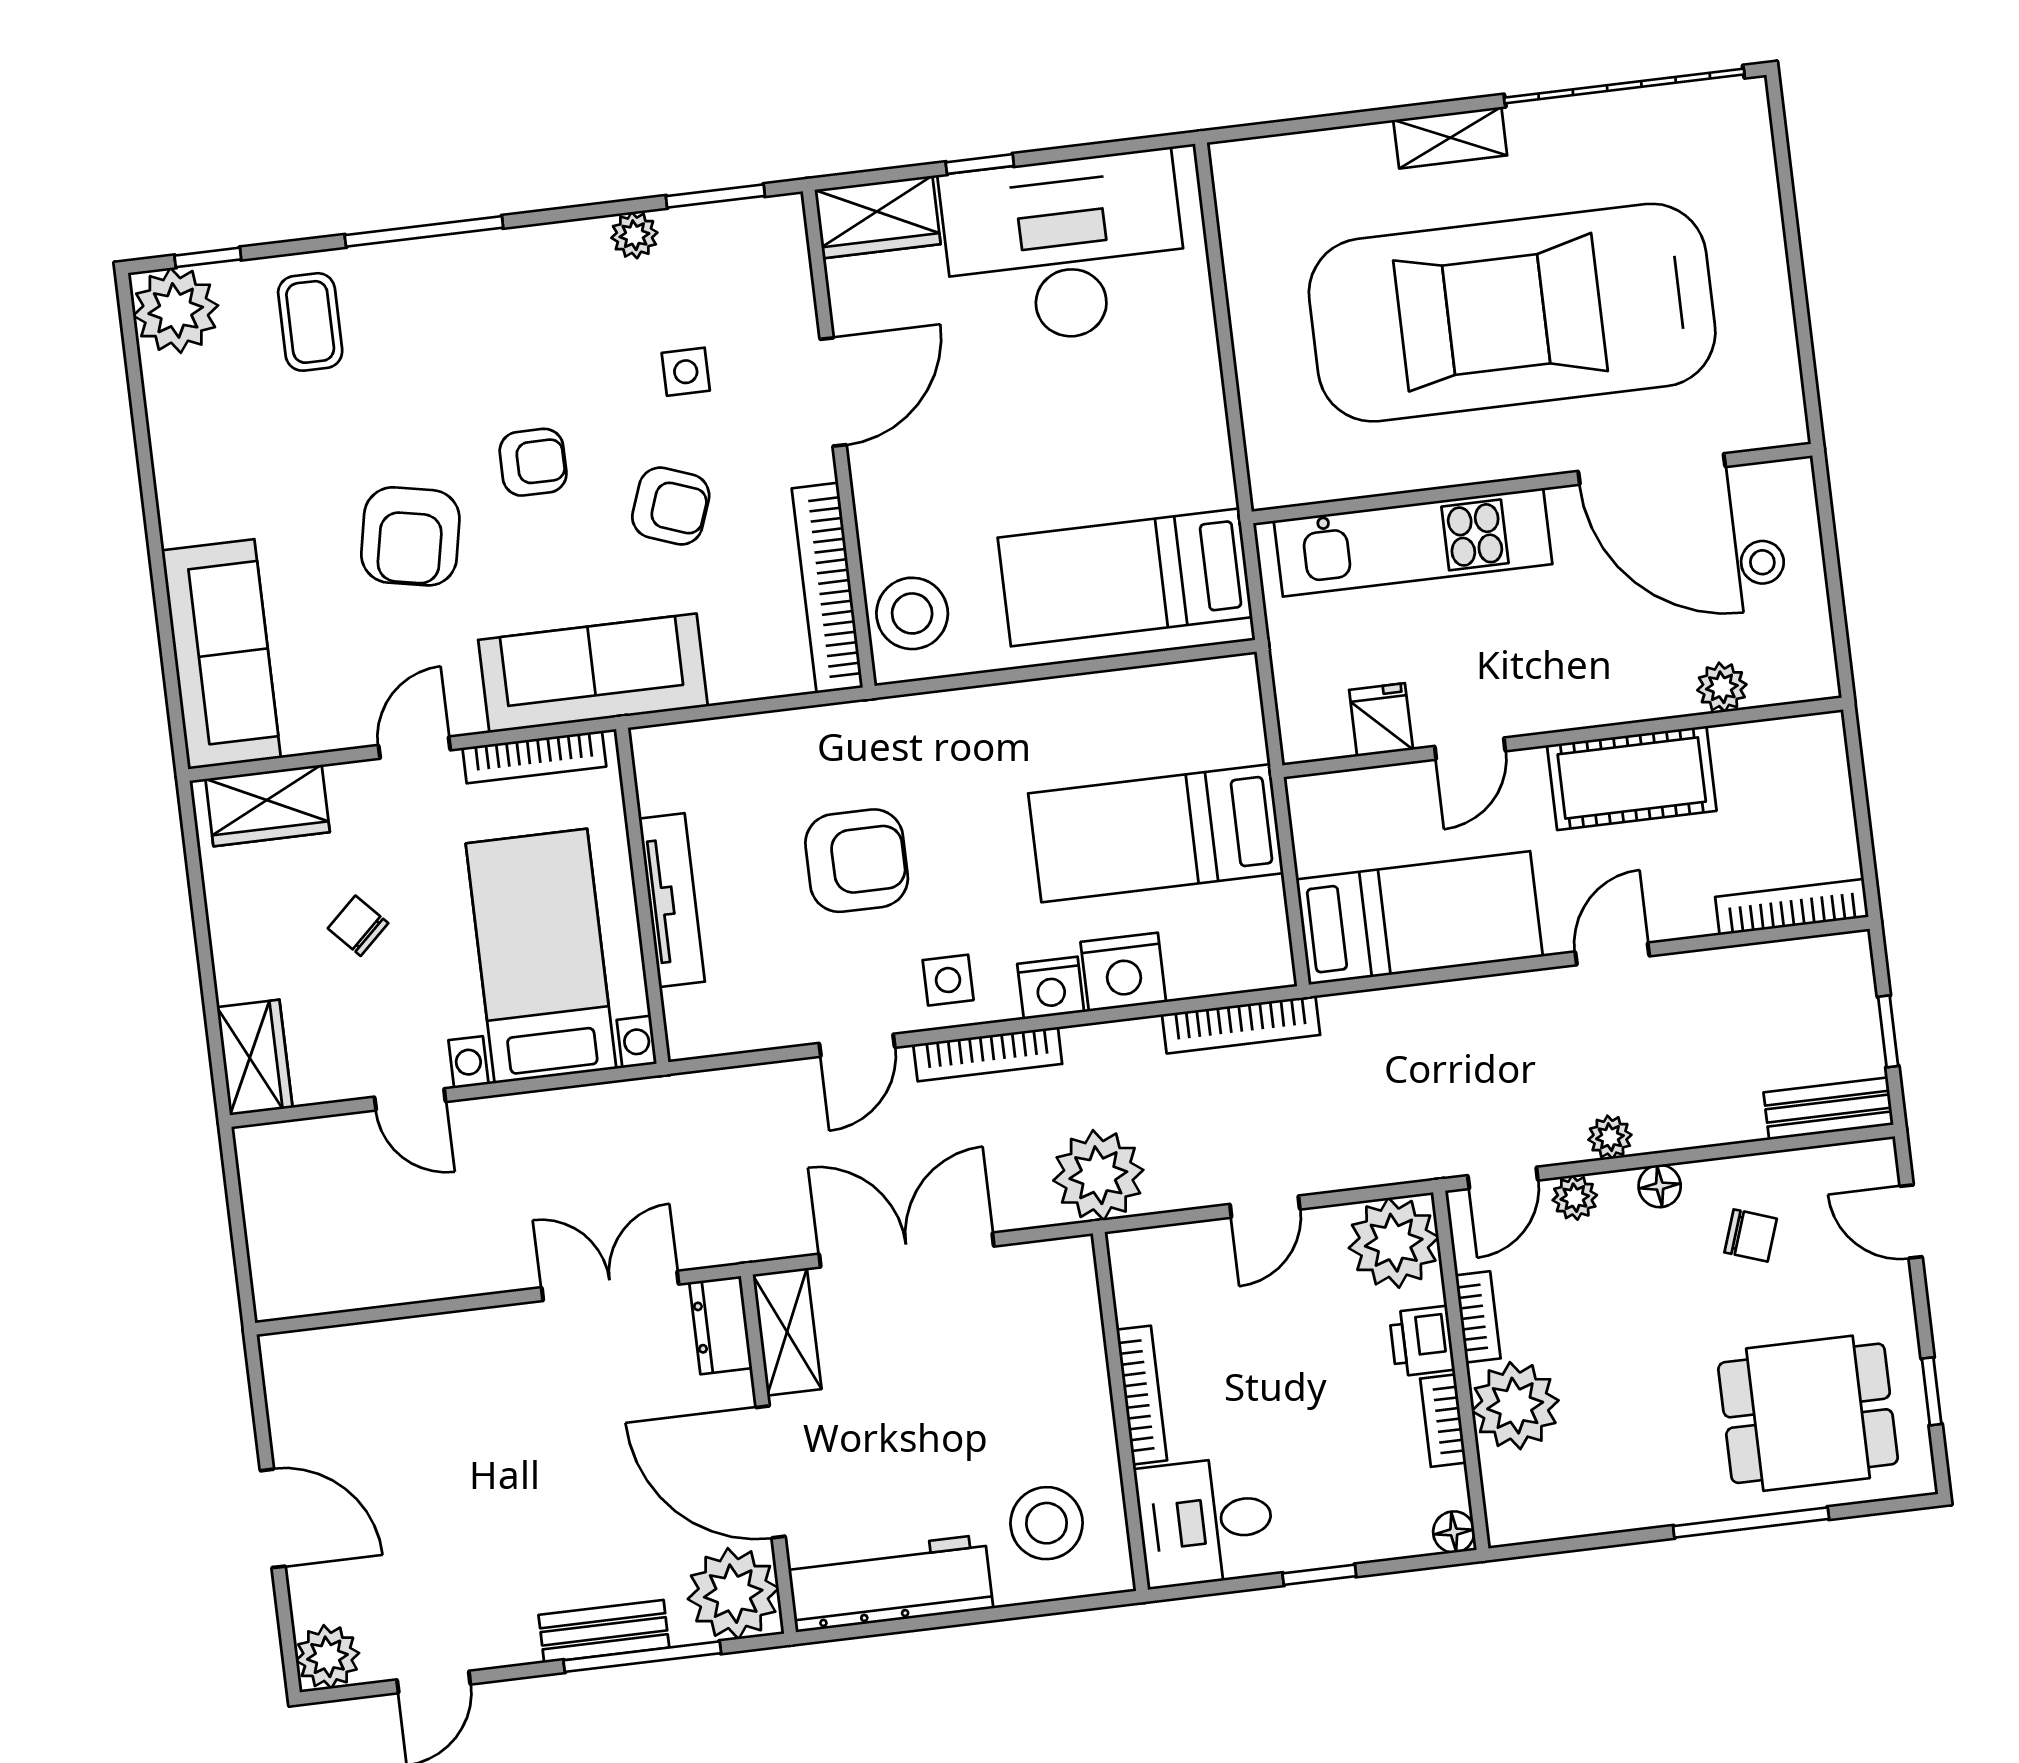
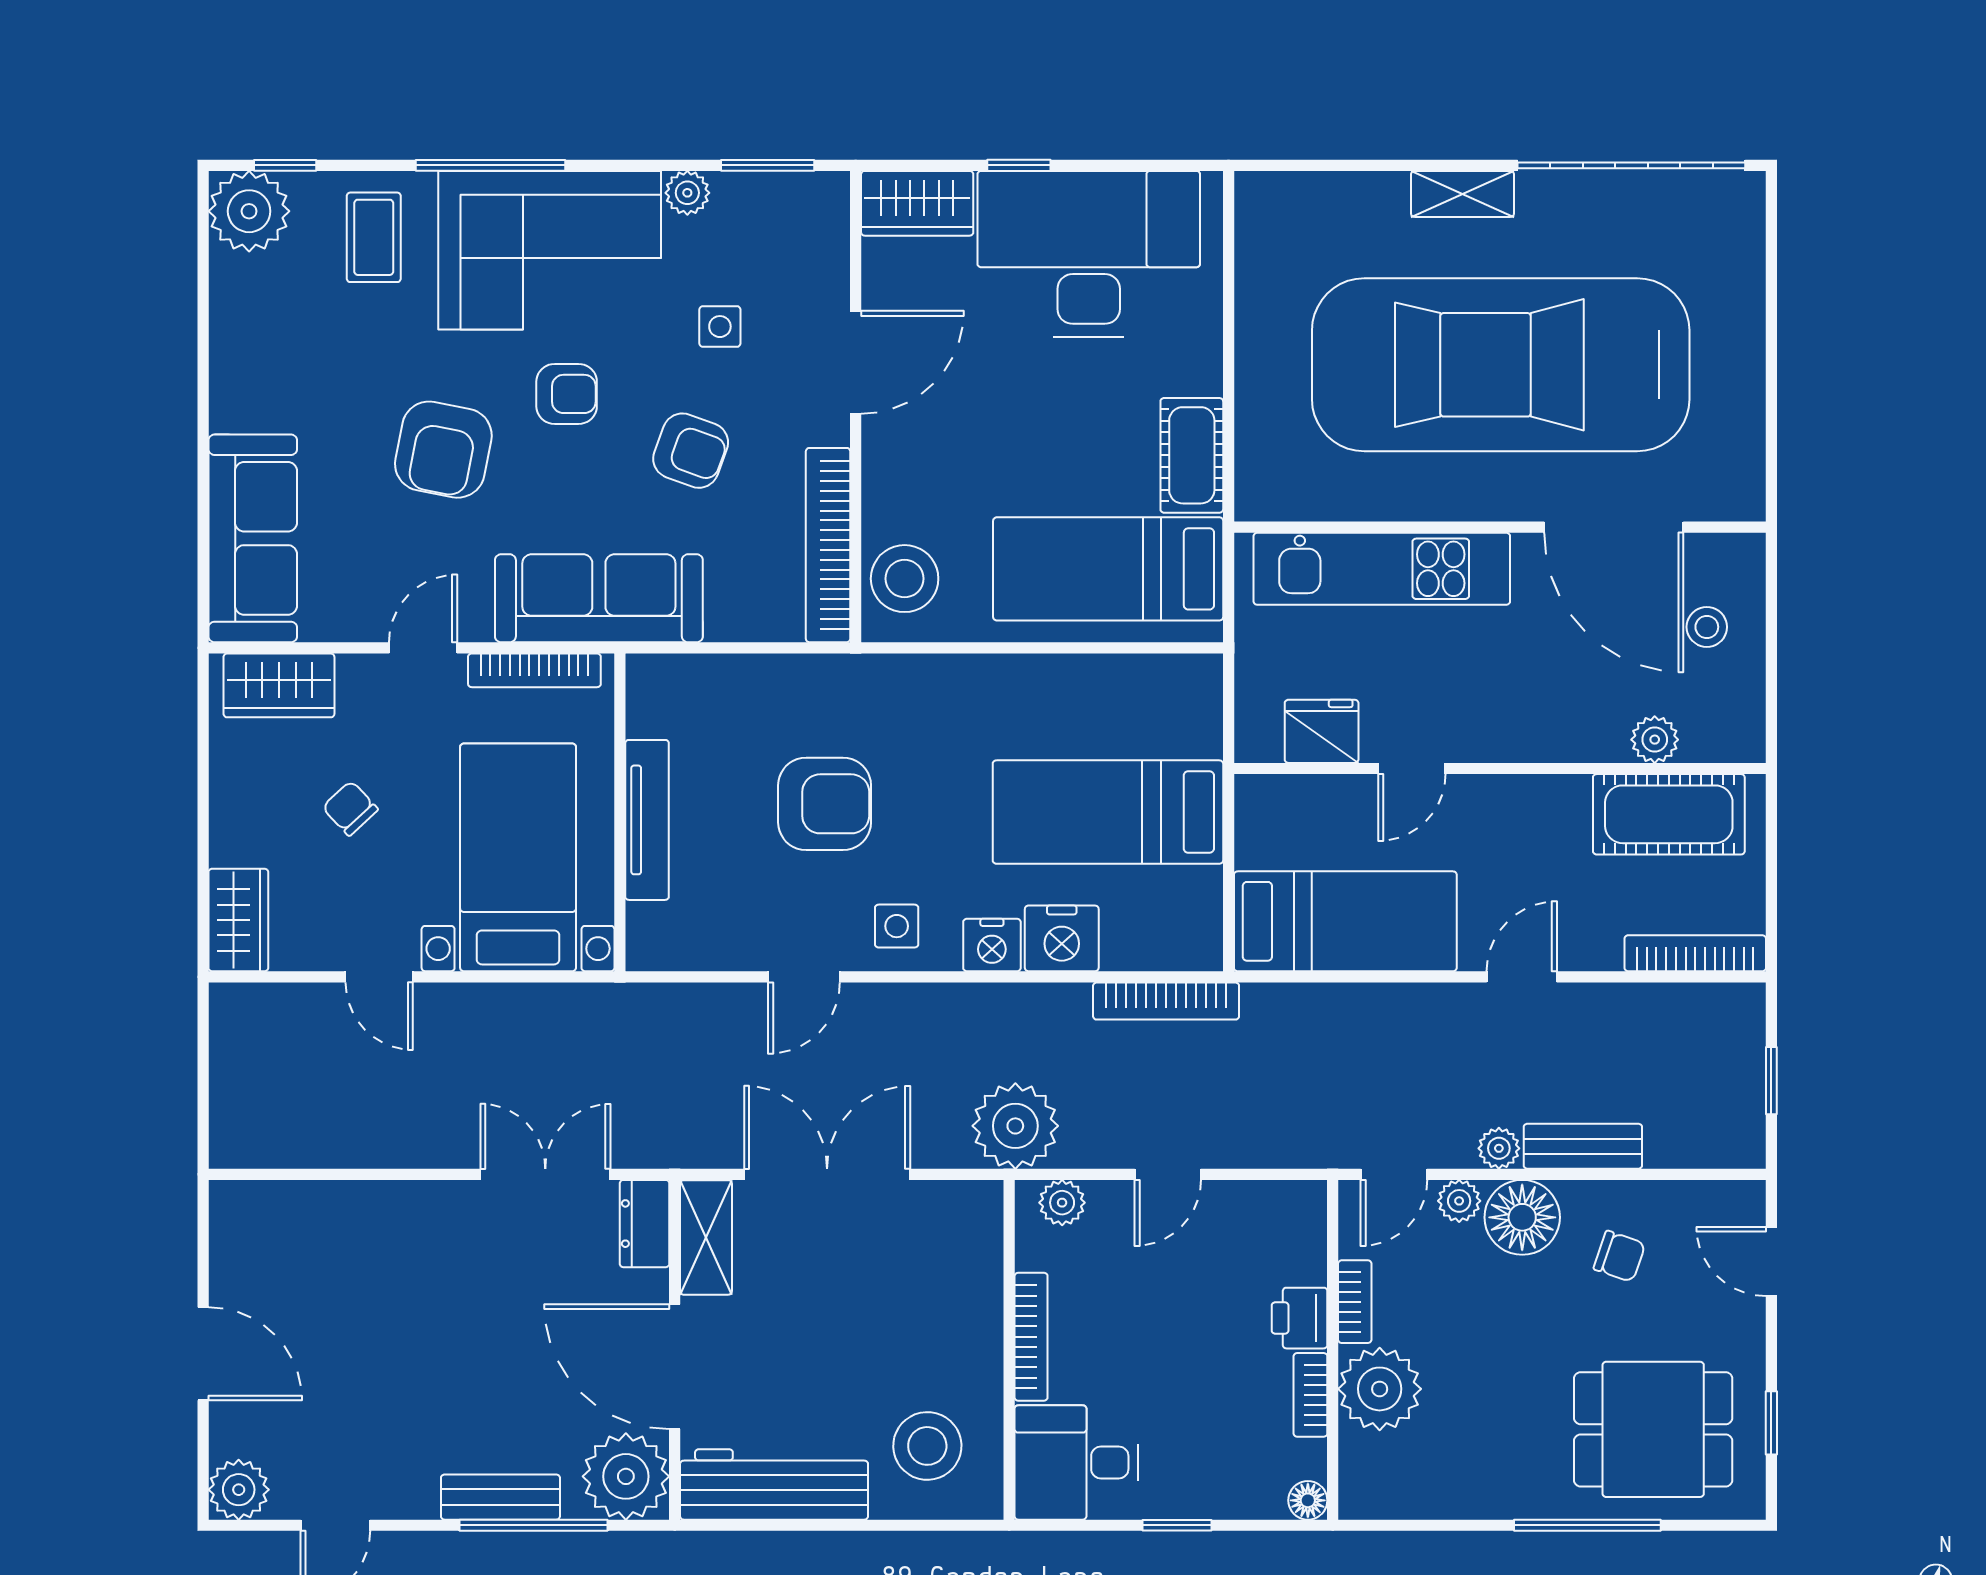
corner sofa: (497, 313) -> (550, 250), added
cot: (1199, 447) -> (1192, 455), added
fridge: (1381, 720) -> (1322, 731), width x1.38
cot: (1632, 778) -> (1669, 814), moved
bookcase: (988, 1054) -> (925, 1000), removed
bench: (1828, 1109) -> (1583, 1146), moved
floor lamp: (1660, 1186) -> (1522, 1217), width x1.89, depth x1.89
plant: (1394, 1243) -> (1062, 1203), moved, width x0.53, depth x0.53

